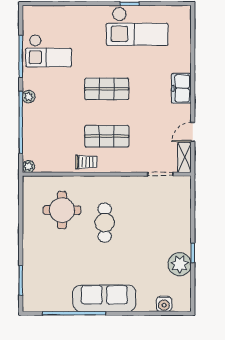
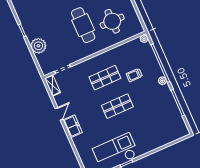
checkout: (49, 51) -> (162, 114), removed
door: (193, 132) -> (59, 114), moved
trolley: (86, 162) -> (134, 75), moved
cafe table: (105, 223) -> (83, 25), width x1.37, depth x1.35
plant: (180, 264) -> (38, 46), moved

